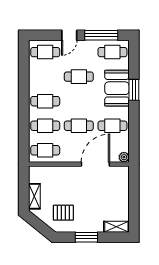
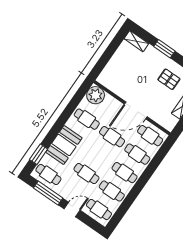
cafe table: (45, 77) -> (112, 191), added
window: (134, 90) -> (39, 154), moved
plant: (124, 157) -> (96, 95), width x1.87, depth x1.87
door: (95, 164) -> (136, 110), moved

